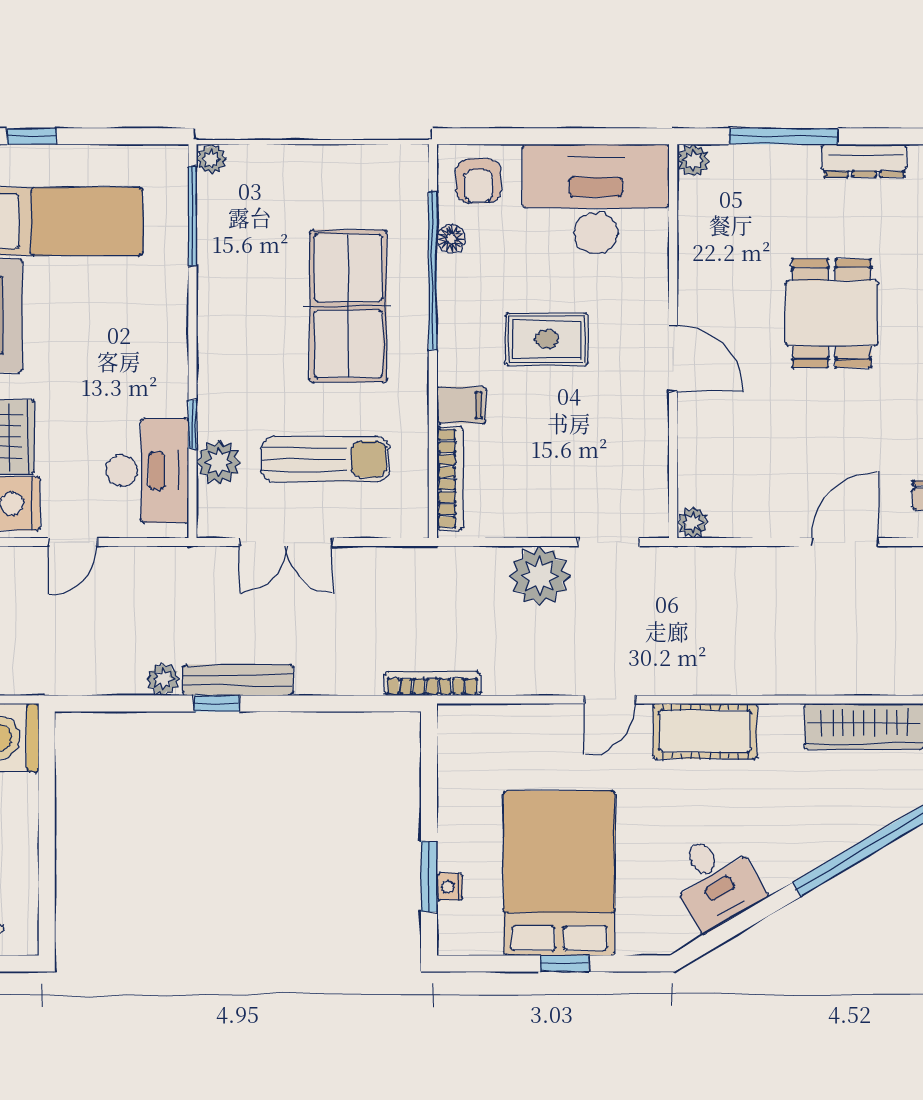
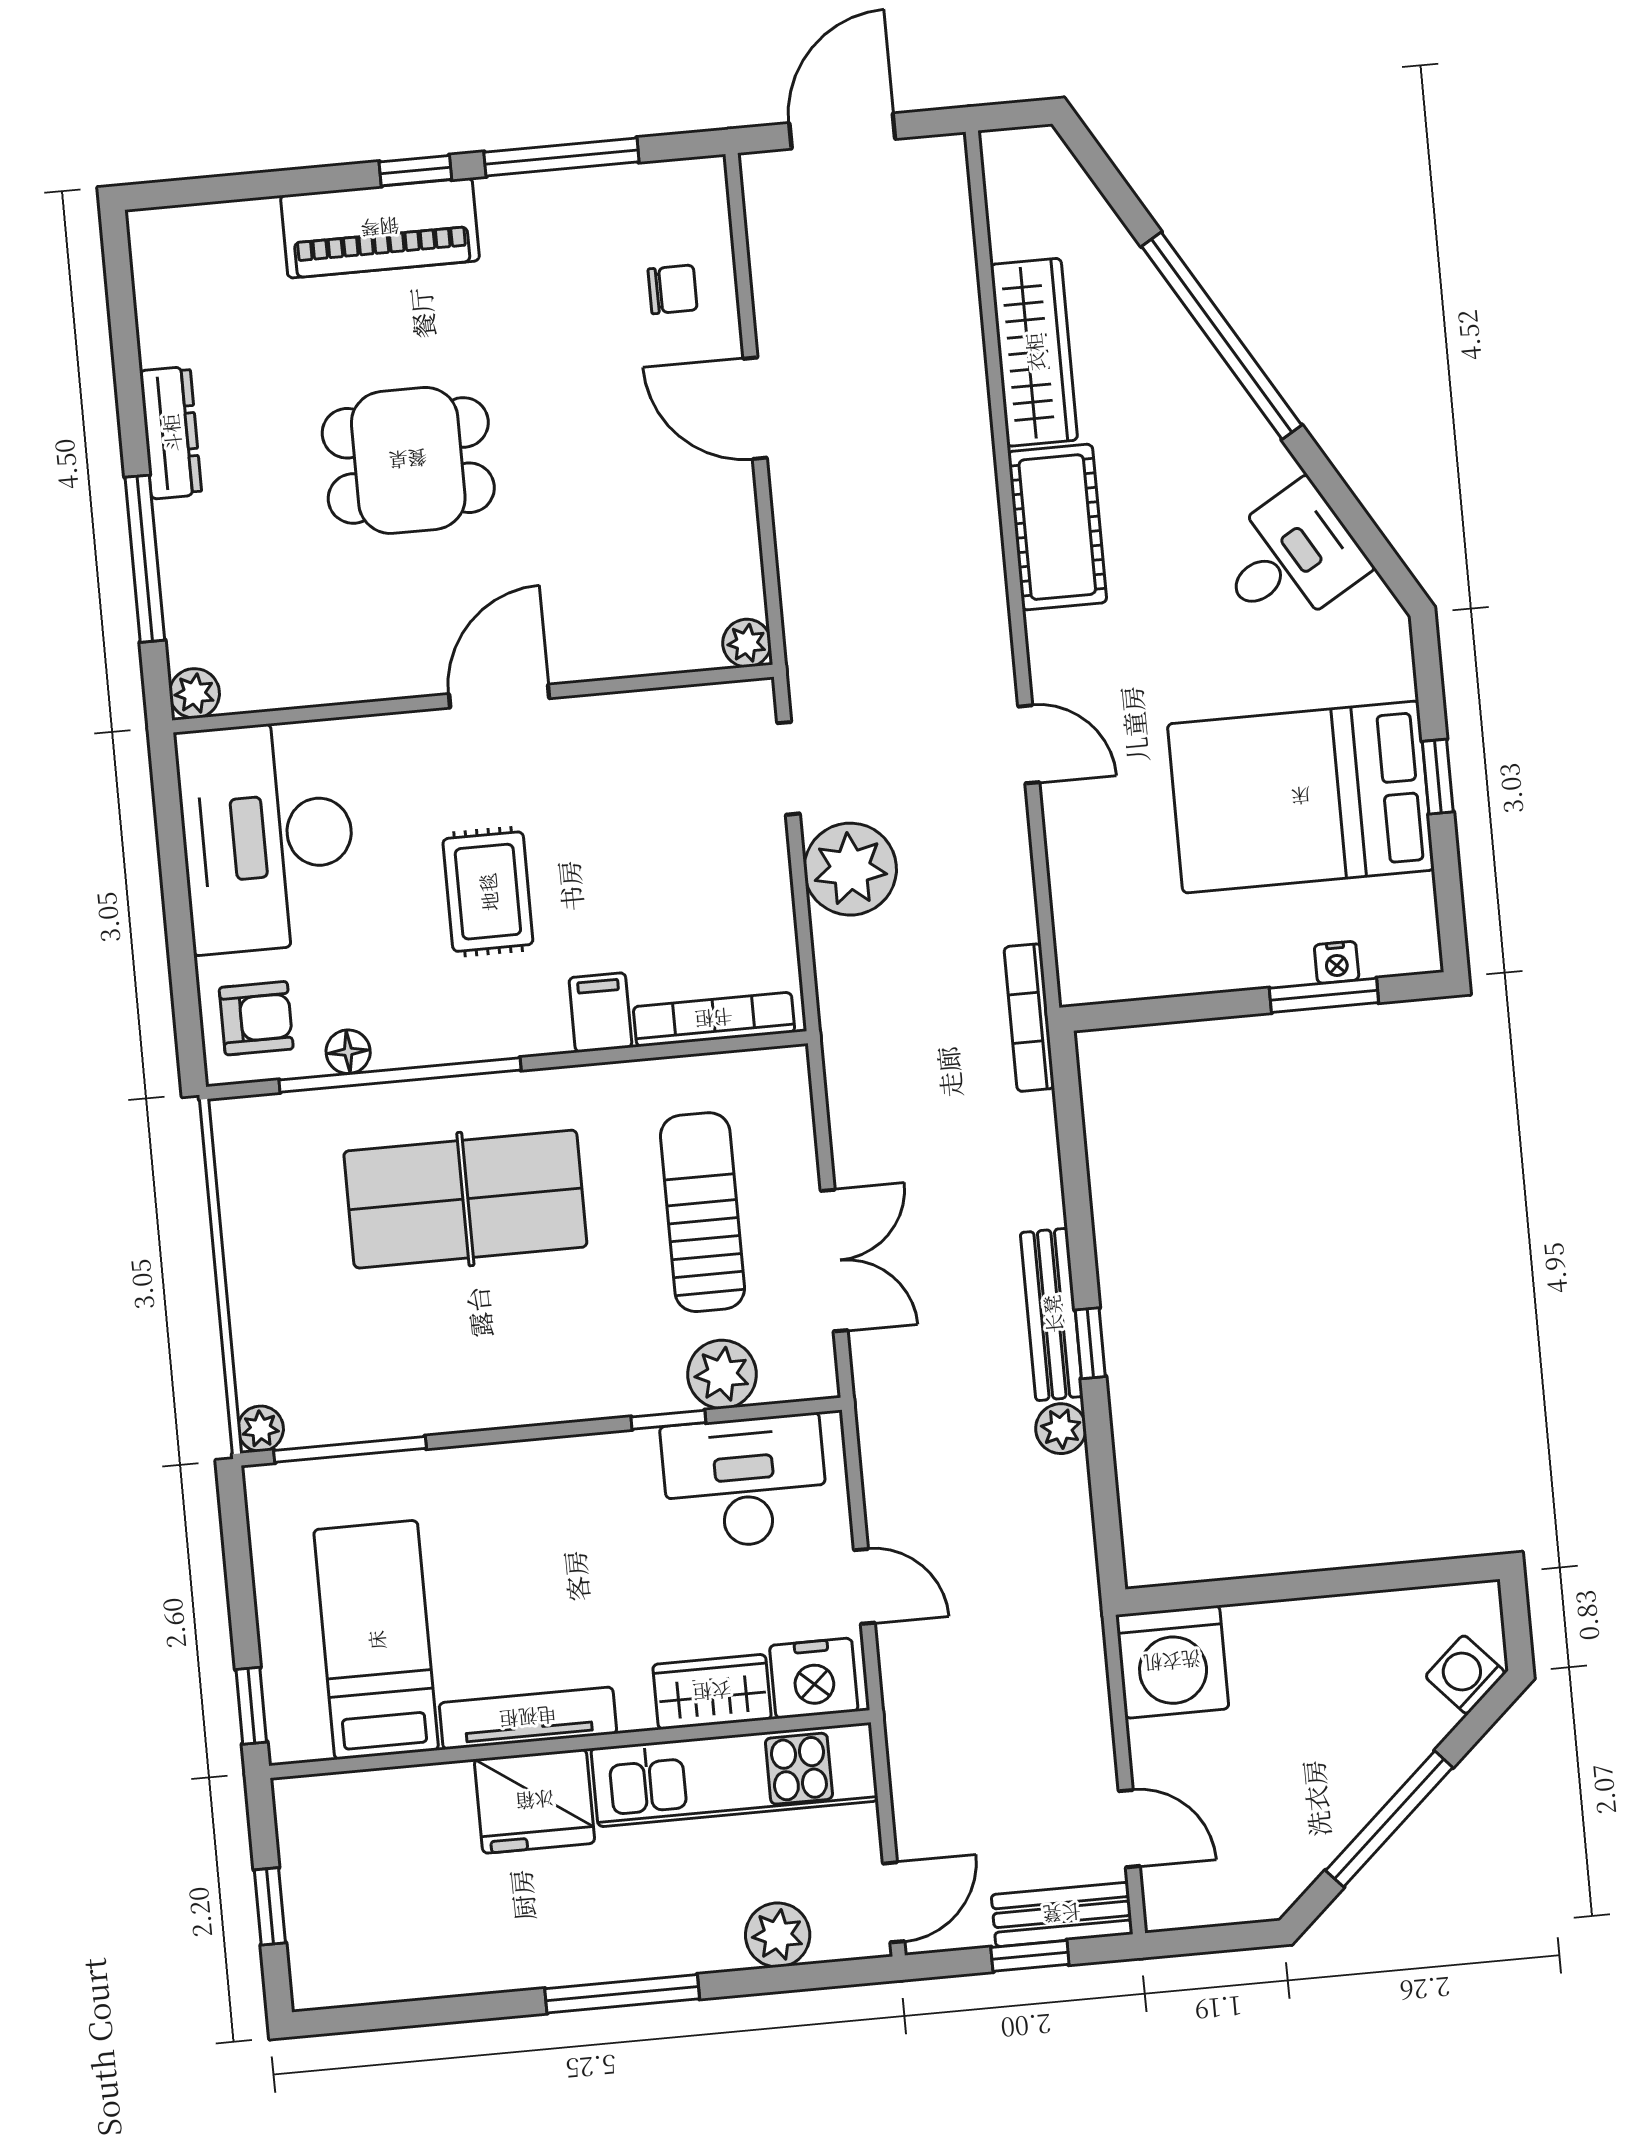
cot: (705, 731) -> (1057, 527), moved

